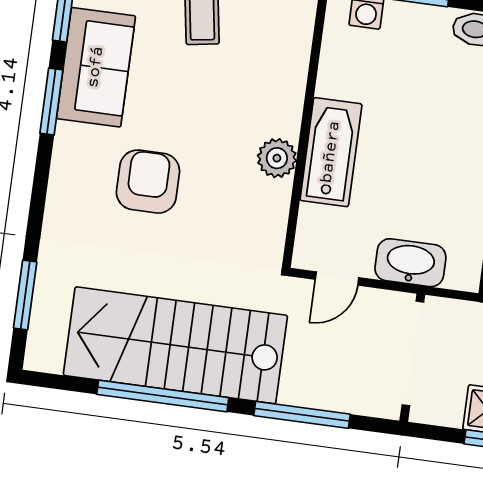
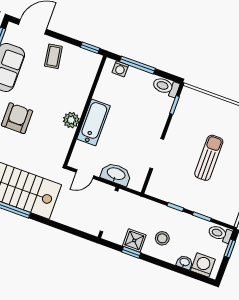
window: (302, 415) -> (59, 226), removed

